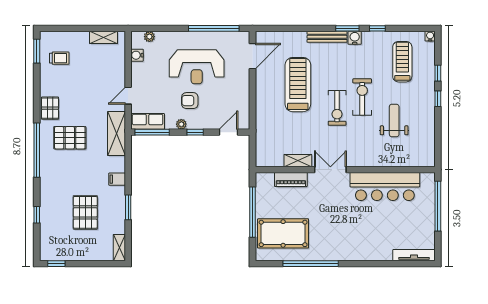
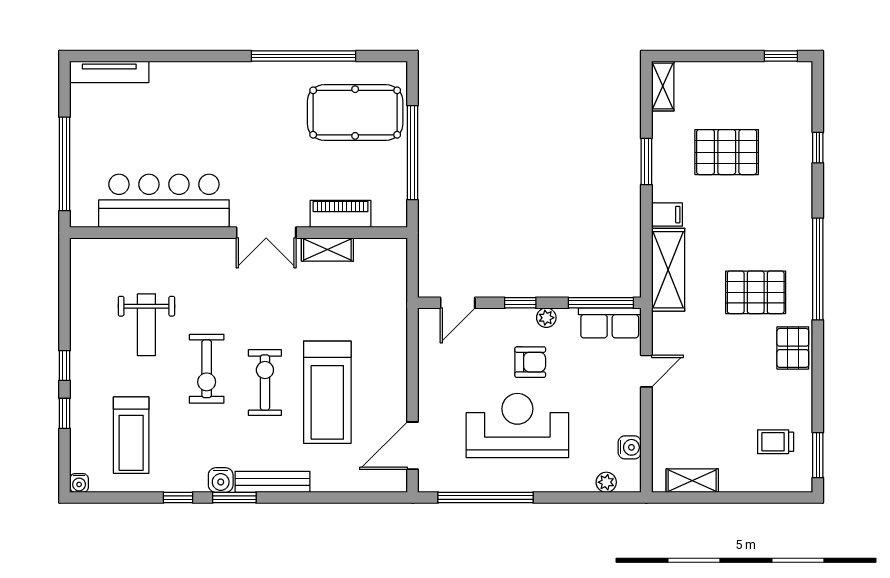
exercise bike: (337, 108) -> (265, 383), moved
shelving: (116, 134) -> (668, 270), moved
pallet: (85, 212) -> (727, 152), turned 90

